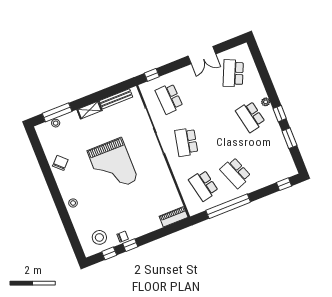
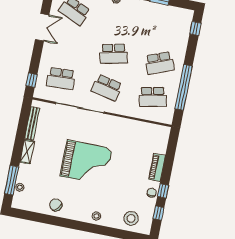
school desk: (250, 117) -> (114, 54), moved
piano: (174, 217) -> (157, 167), moved
stool: (99, 237) -> (131, 218), moved

